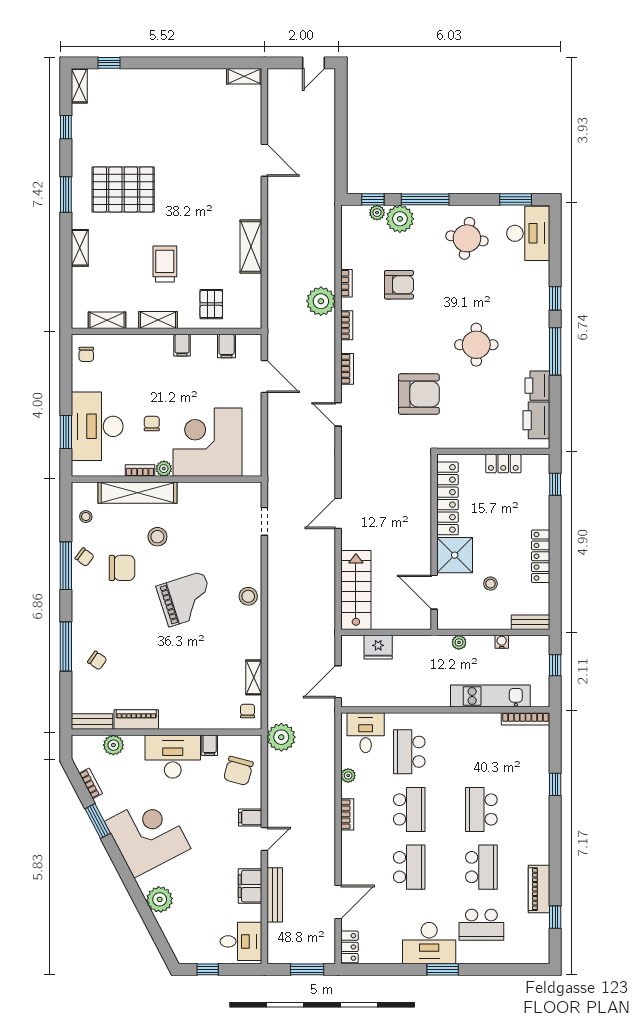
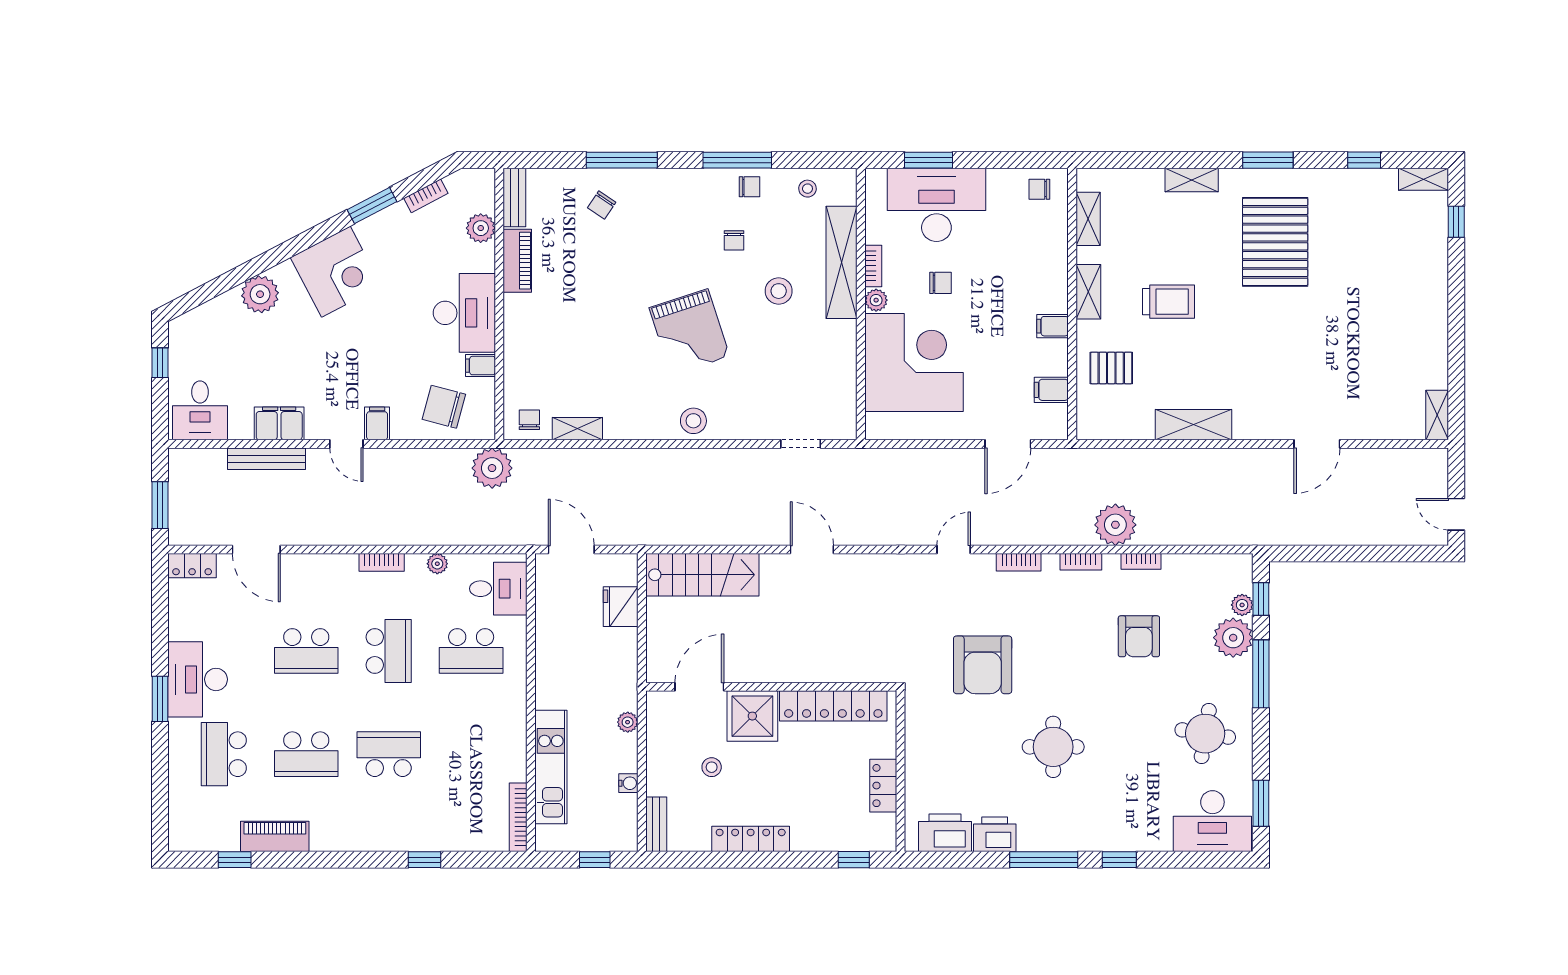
chair: (85, 557) -> (750, 187), turned -127
chair: (122, 568) -> (734, 240), width x0.54, depth x0.54
chair: (247, 711) -> (529, 420), turned -90
school desk: (409, 752) -> (471, 651), turned 180
school desk: (409, 809) -> (389, 651), turned -90
corner desk: (148, 835) -> (336, 272), width x0.74, depth x0.74

